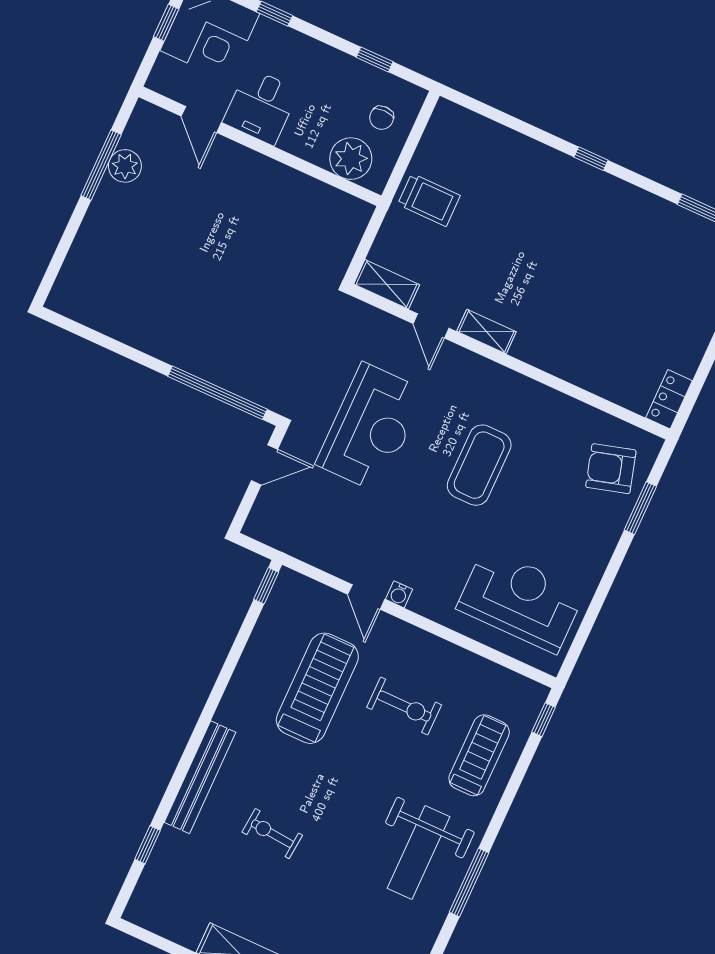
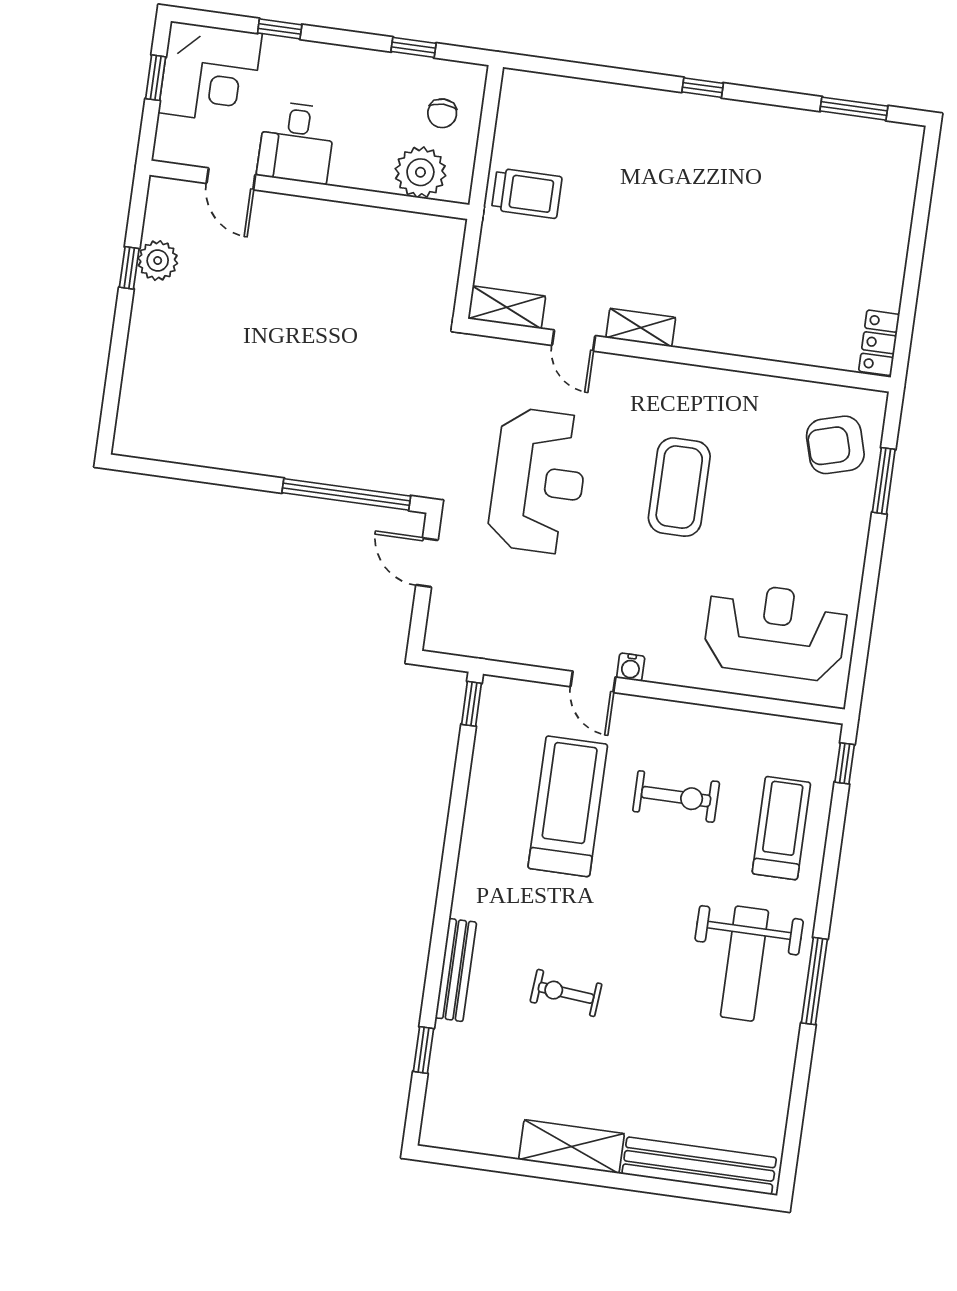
window: (101, 165) -> (129, 268), width x0.46
door: (264, 465) -> (427, 563), swing flipped
bench: (200, 777) -> (456, 970), width x0.73, depth x0.82

